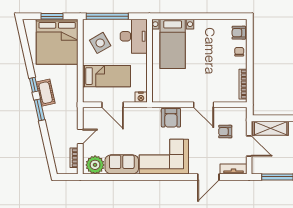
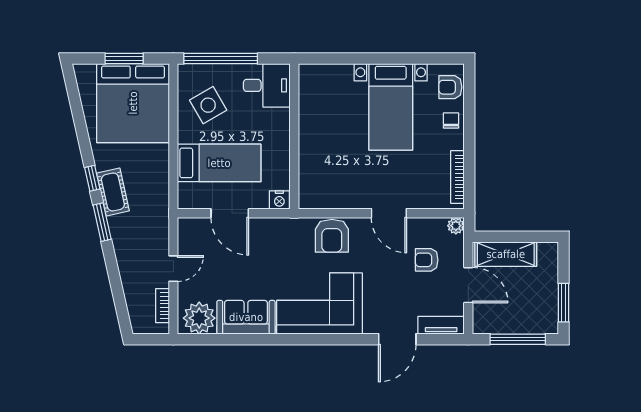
desk: (134, 36) -> (267, 85), width x0.73
bed with nightstands: (173, 44) -> (391, 107), moved
plant: (242, 112) -> (456, 226), added

